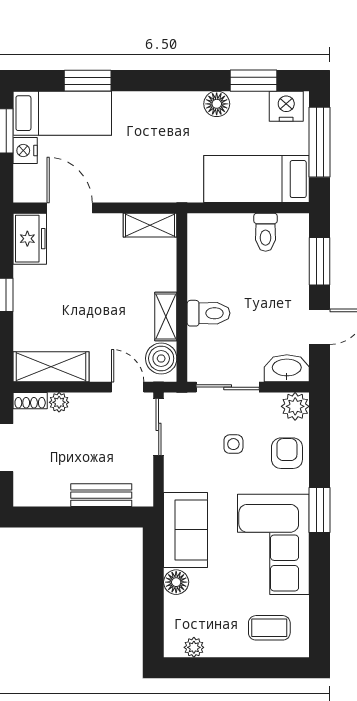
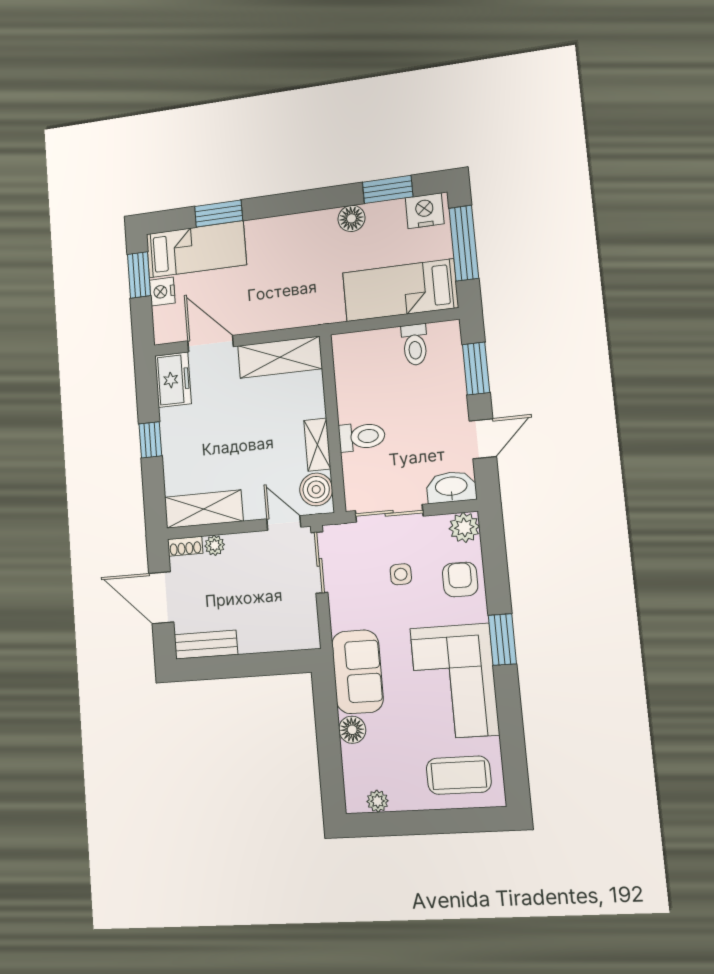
shelving: (150, 225) -> (280, 357), width x1.50, depth x1.33
bench: (101, 495) -> (206, 645), moved
coffee table: (269, 628) -> (459, 775), width x1.36, depth x1.30

